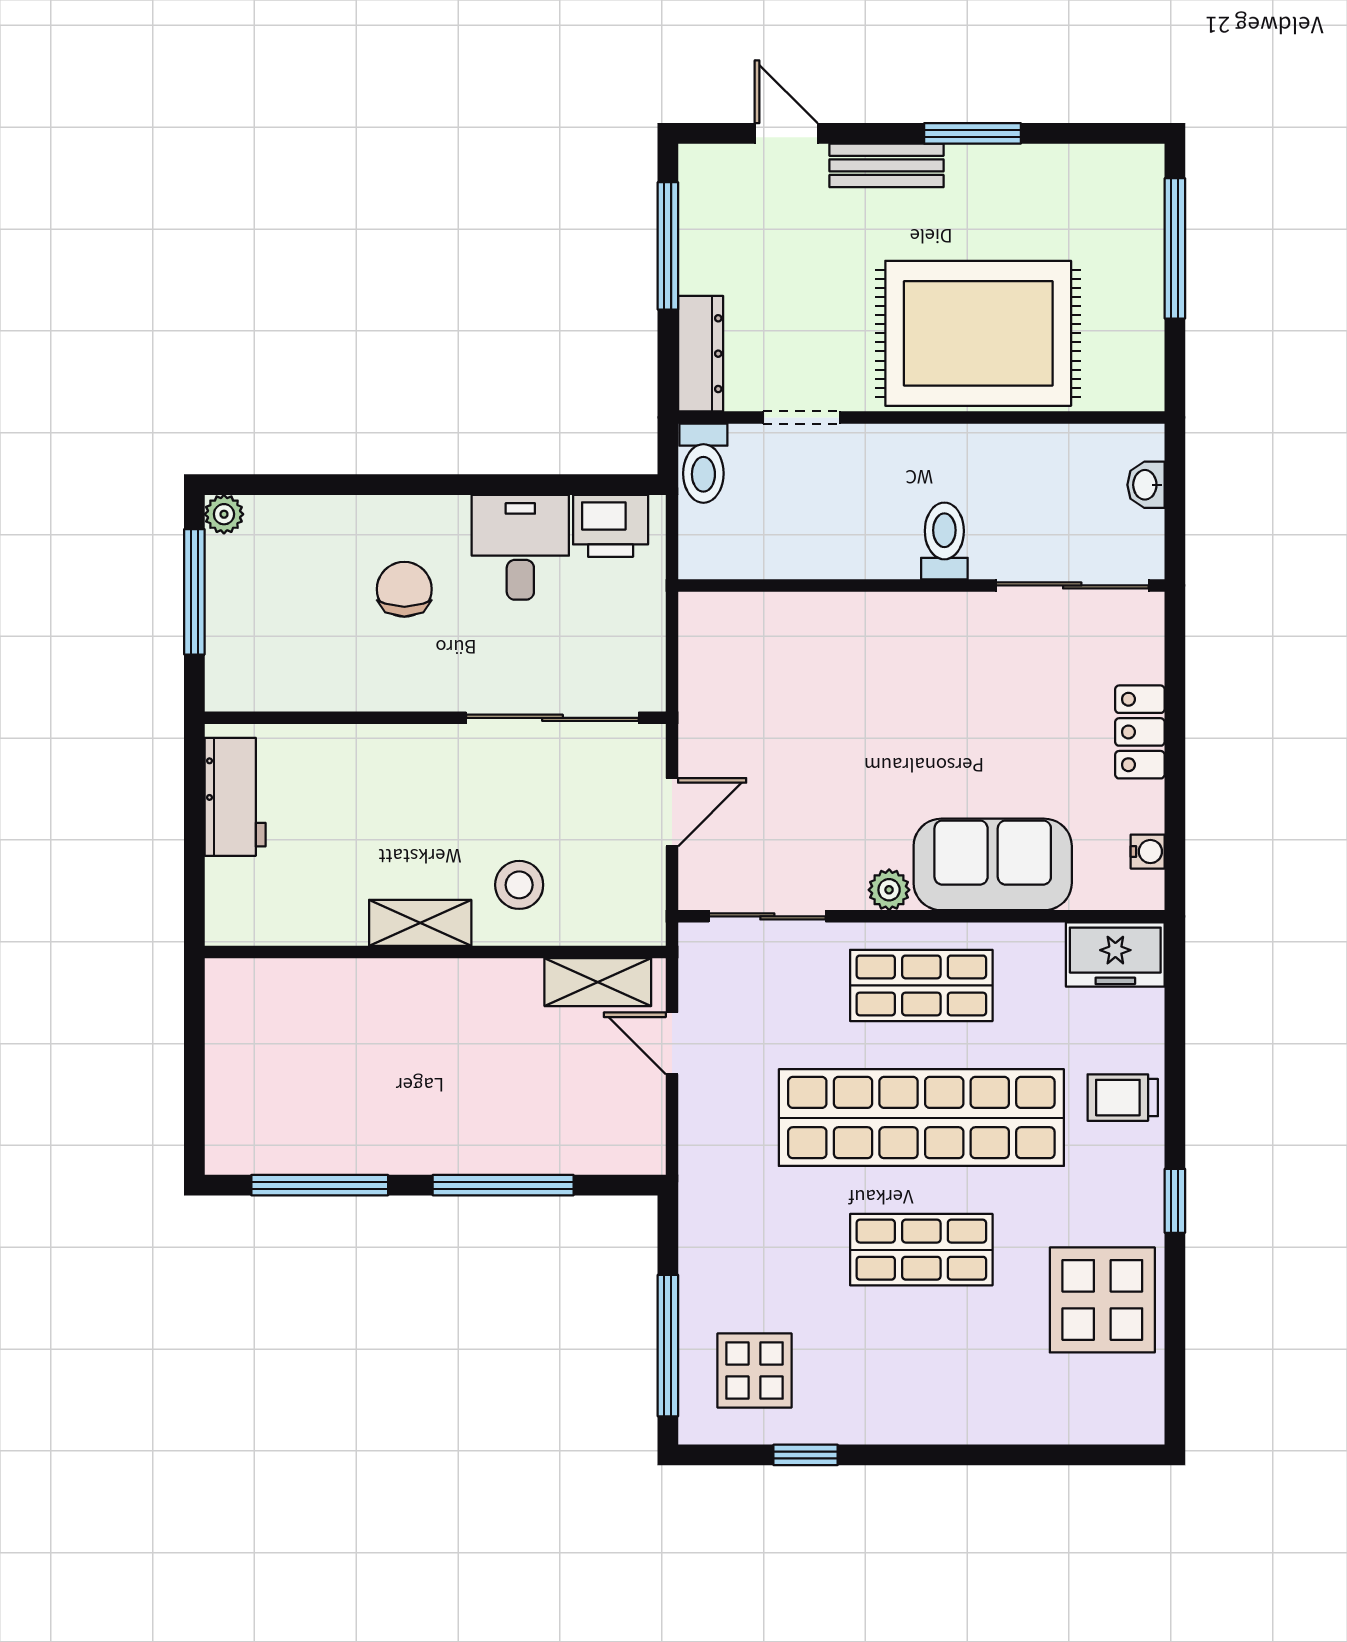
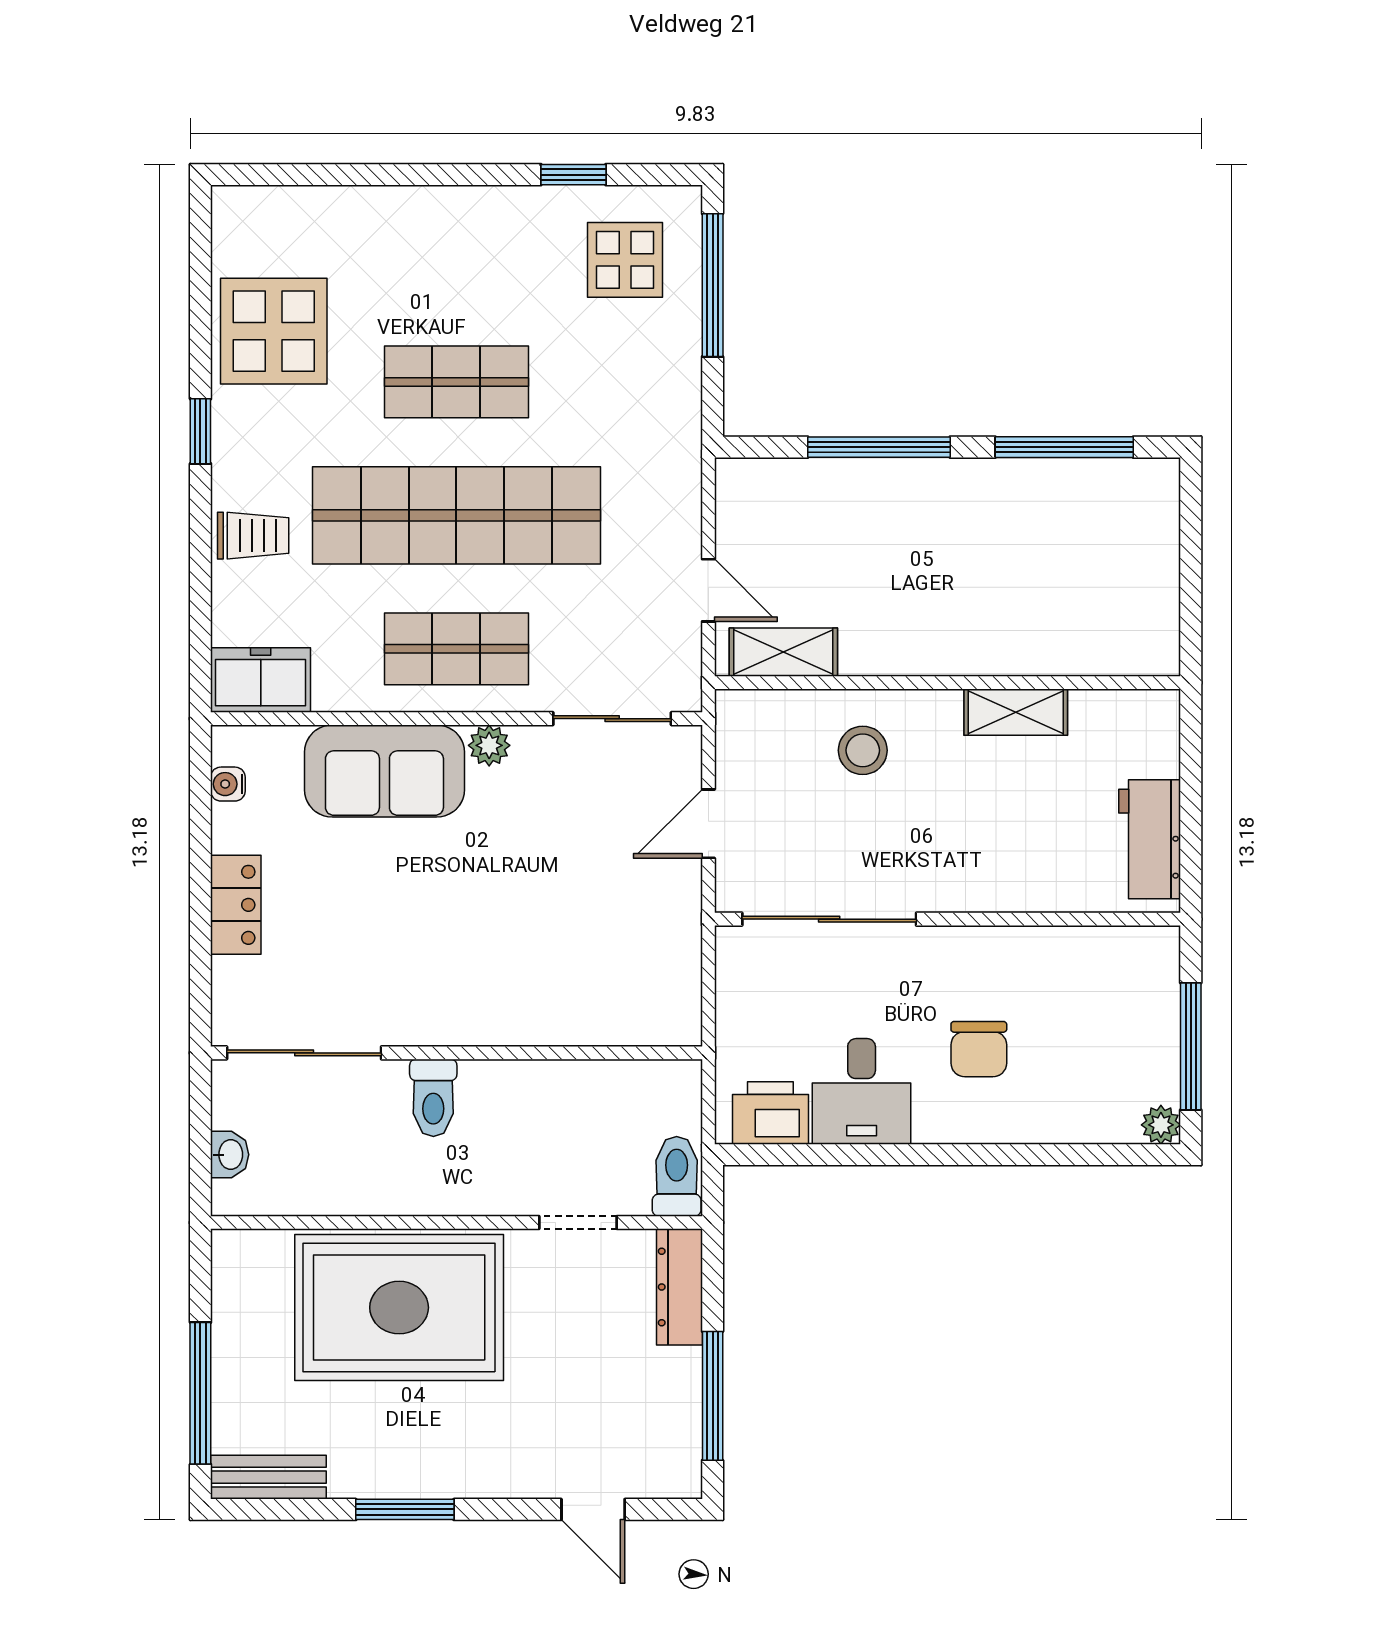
bench: (886, 165) -> (268, 1477), moved
shelving: (420, 923) -> (1016, 712), moved

